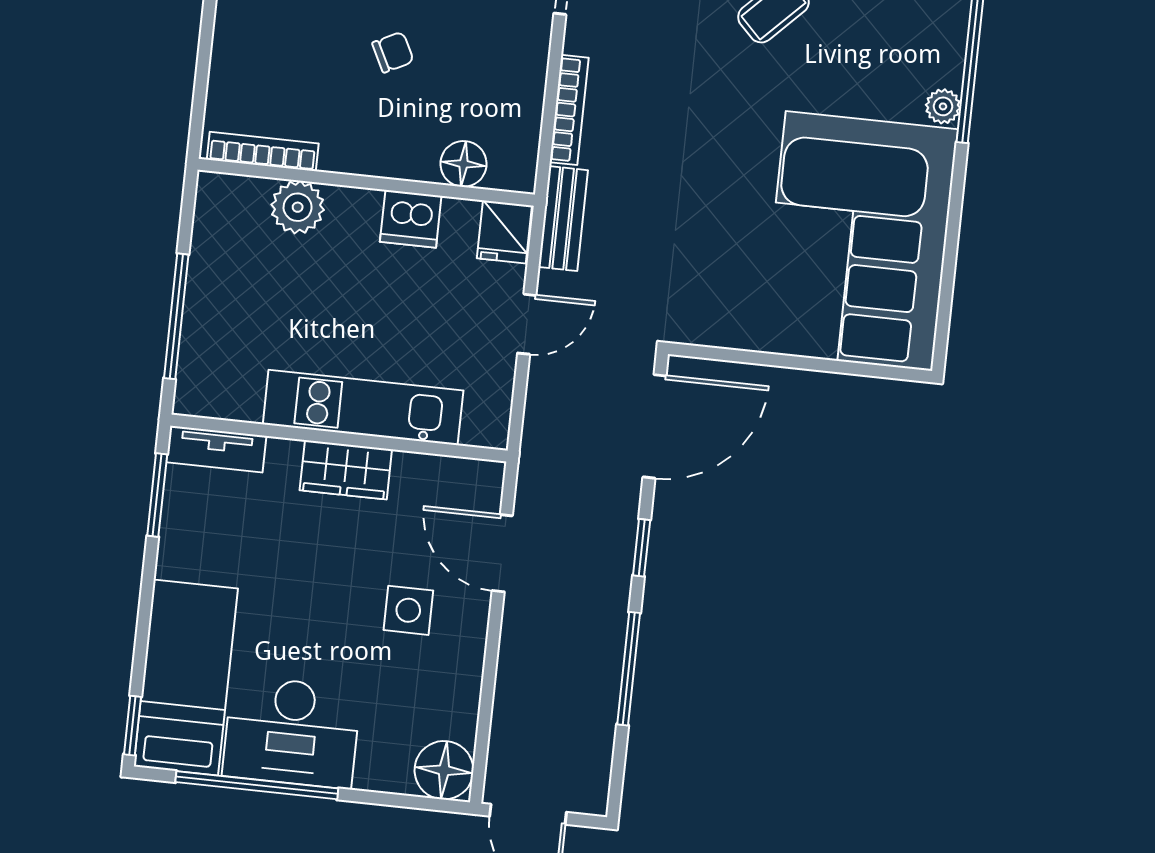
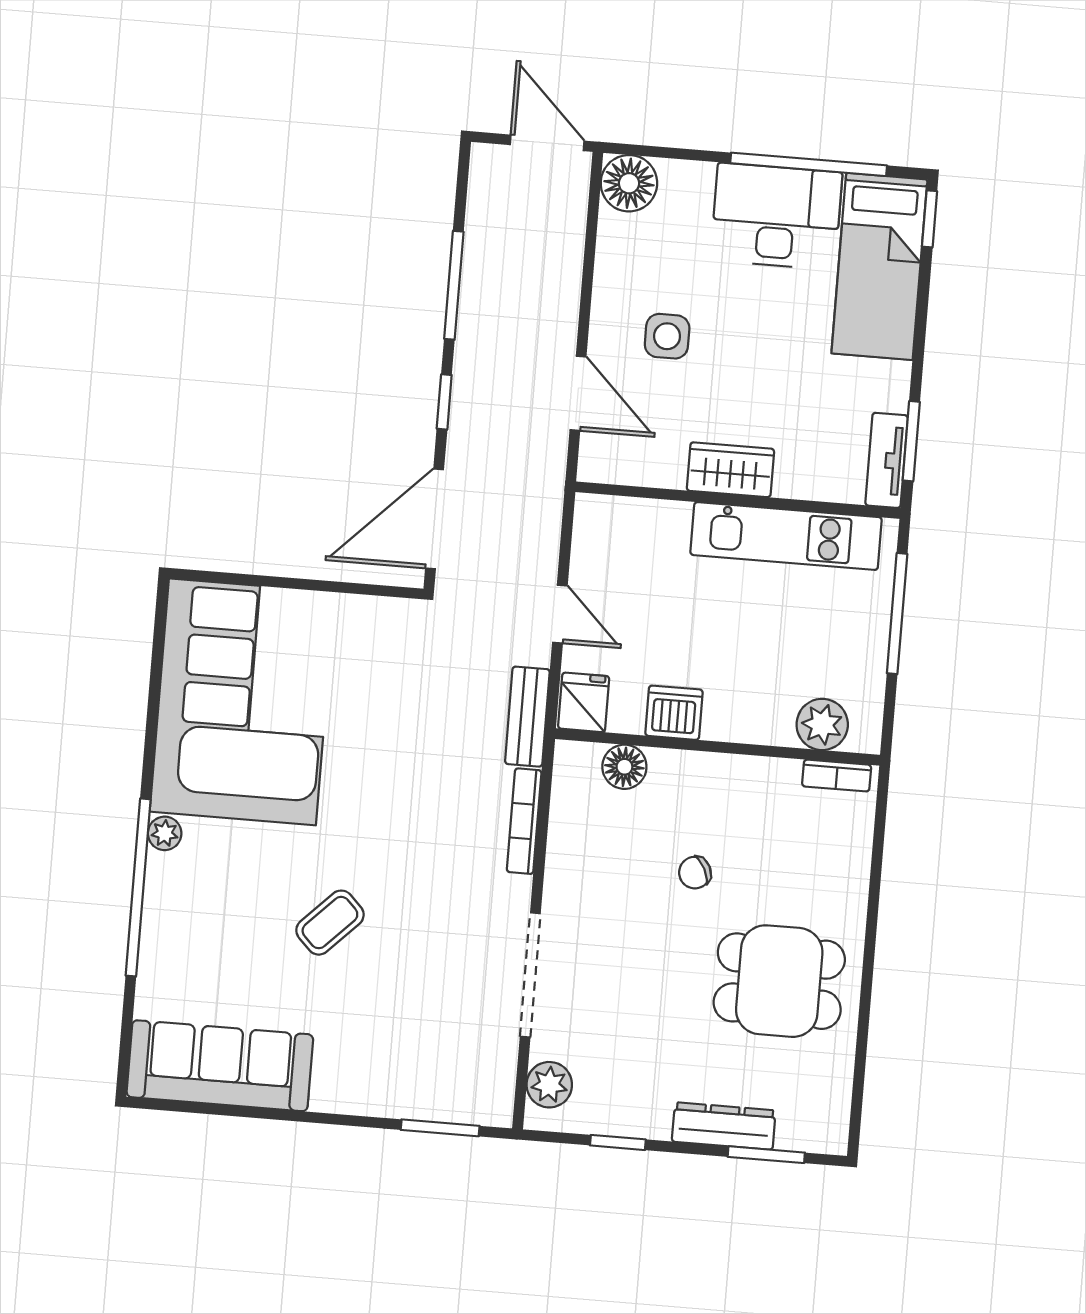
bookcase: (263, 151) -> (837, 776), width x0.64
plant: (298, 207) -> (822, 724), moved
door: (527, 324) -> (560, 614), swing flipped
kitchen unit: (363, 407) -> (786, 536), moved
tv unit: (216, 449) -> (887, 460), moved, turned -90

